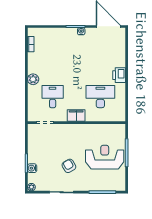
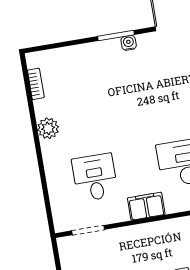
plant: (33, 79) -> (48, 128), moved

